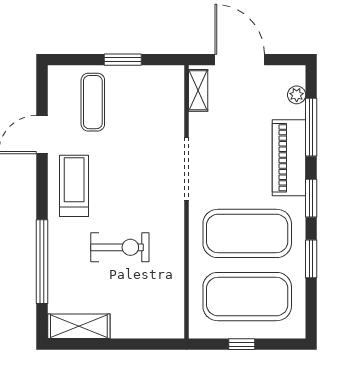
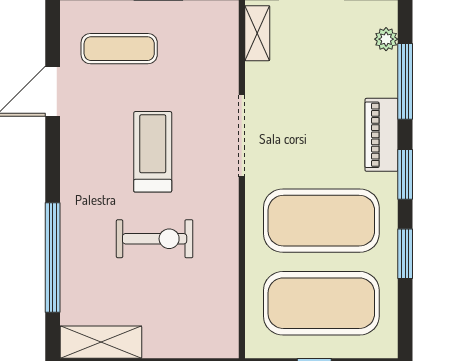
exercise mat: (93, 102) -> (119, 49), turned 90
piano: (289, 158) -> (382, 135), width x0.73, depth x0.75
treadmill: (74, 186) -> (153, 152), moved

